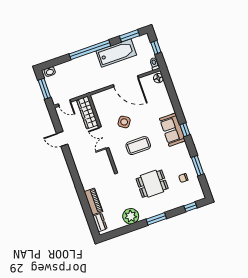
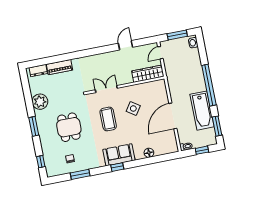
floor lamp: (158, 78) -> (149, 153), moved
double door: (104, 138) -> (106, 89), moved

